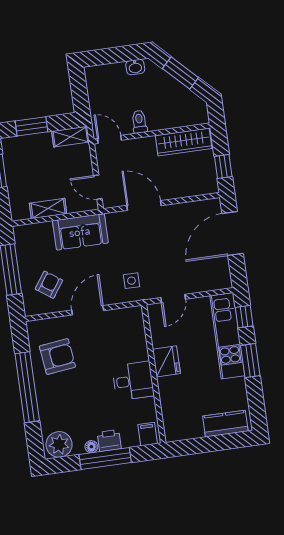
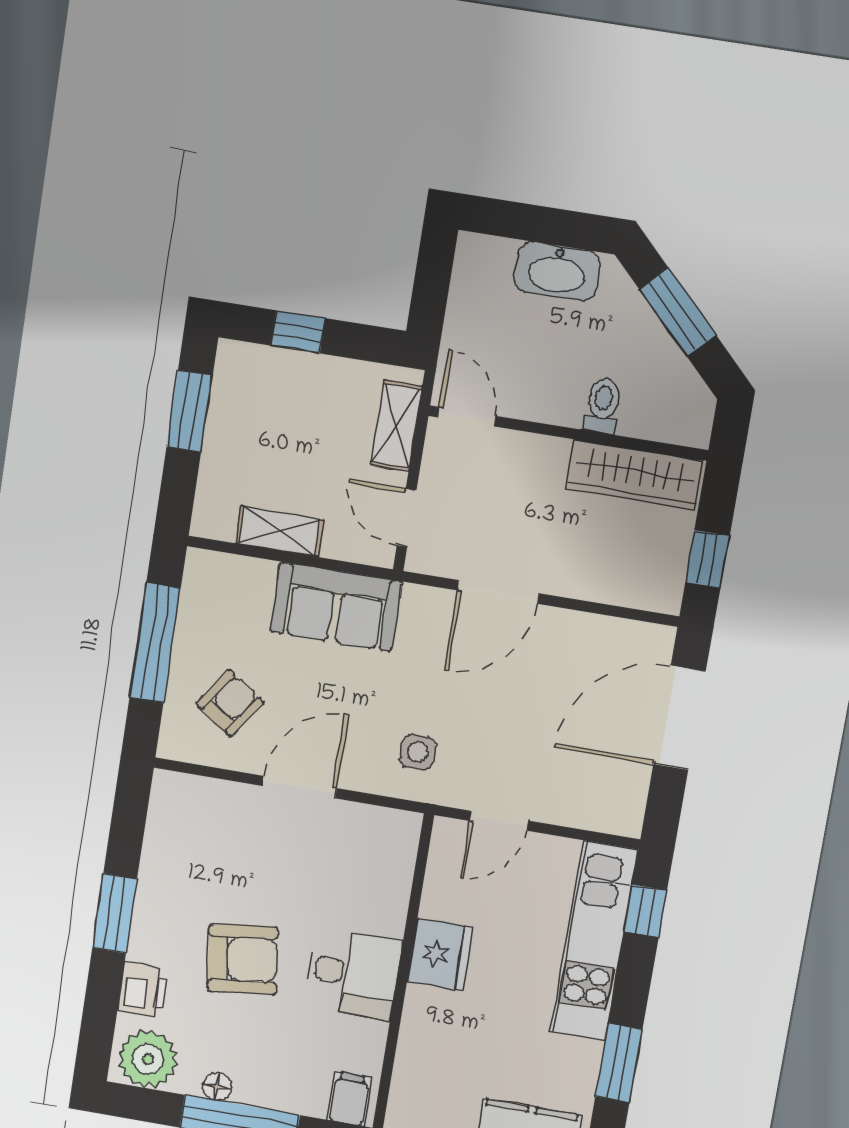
washbasin: (135, 67) -> (557, 271), width x1.91, depth x1.45
toilet: (139, 122) -> (603, 406), moved
window: (32, 126) -> (298, 332), width x0.67
shelving: (70, 137) -> (397, 426), moved, turned 90
door: (144, 205) -> (498, 592), swing flipped
armchair: (57, 357) -> (243, 959), moved
window: (250, 361) -> (619, 1063), moved
window: (27, 387) -> (115, 913), width x0.47
printer: (109, 441) -> (143, 990), moved, turned 90

